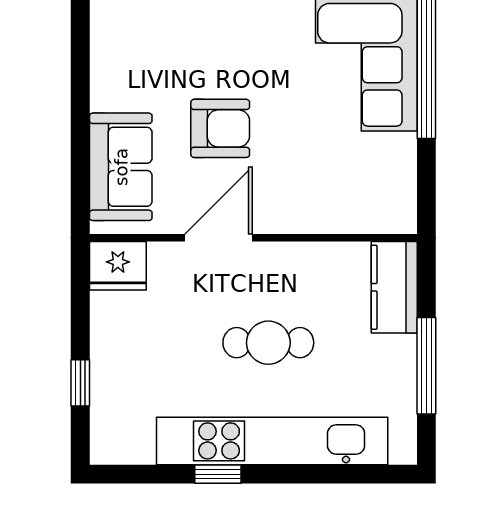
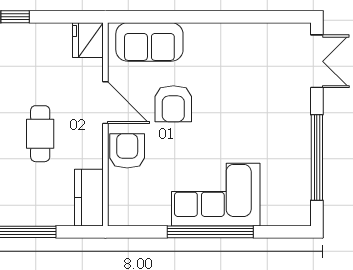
armchair: (296, 203) -> (127, 151), added
kitchen counter: (394, 287) -> (89, 198), moved, turned -90

